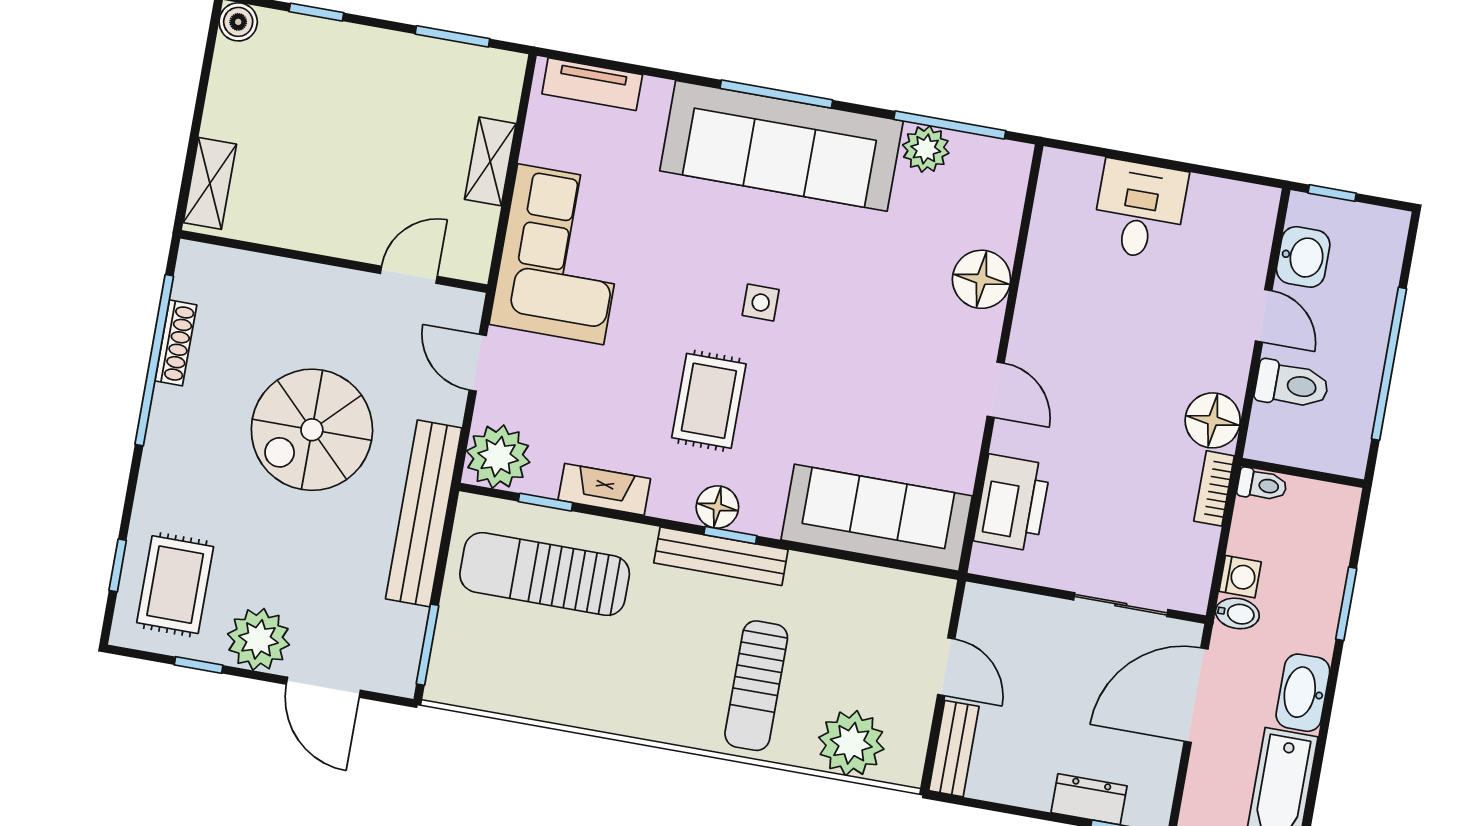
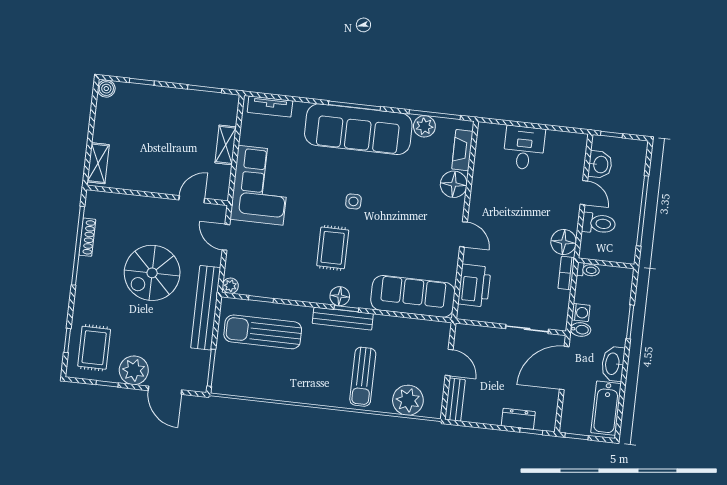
plant: (498, 457) -> (230, 286), width x0.53, depth x0.53
fireplace: (604, 489) -> (462, 150), moved, turned -90

